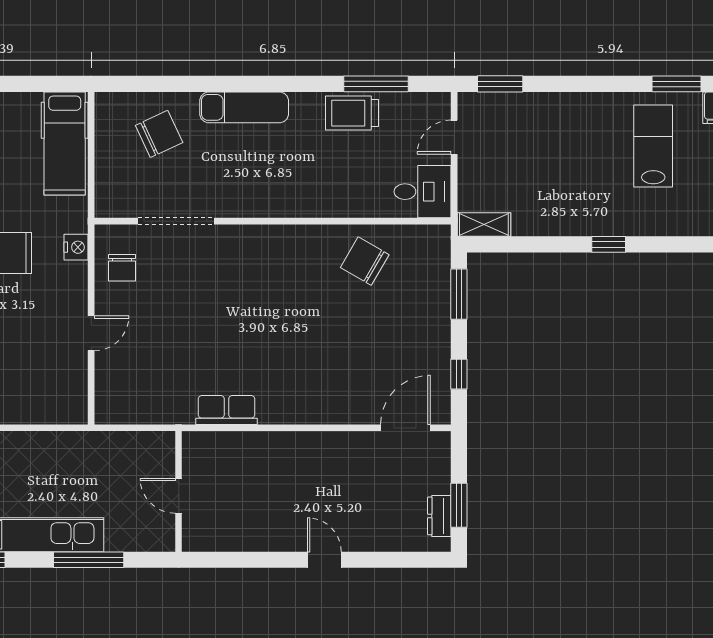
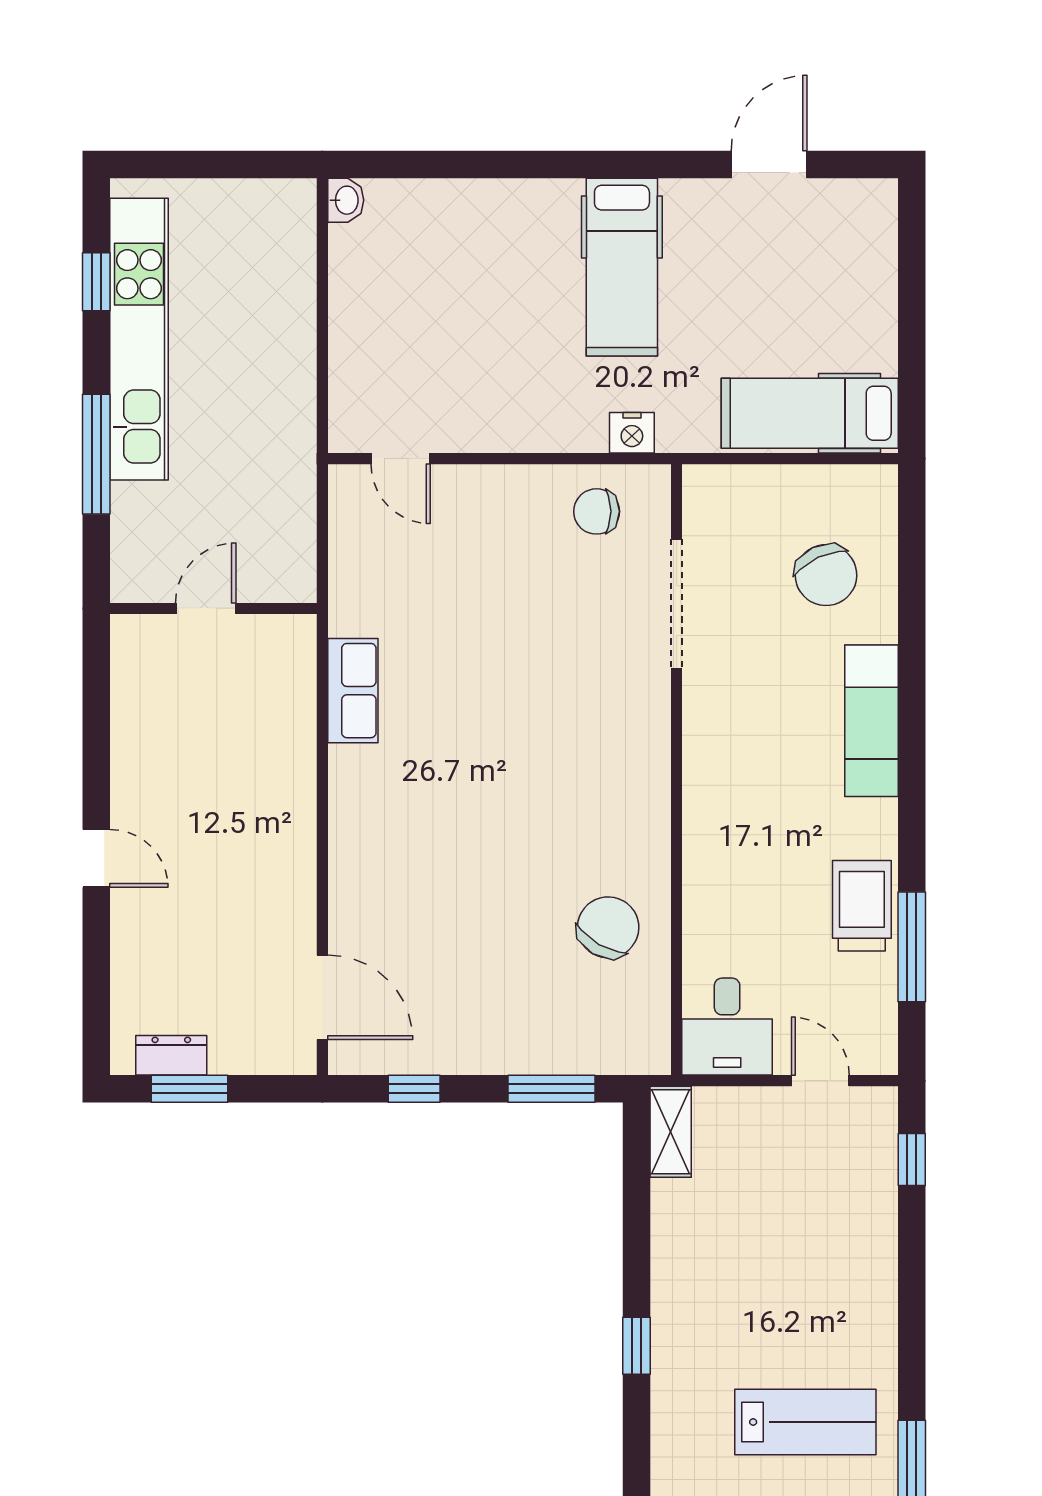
window: (500, 84) -> (912, 1159), width x0.67
door: (91, 333) -> (401, 459), moved
door: (324, 560) -> (96, 858), hinge flipped

